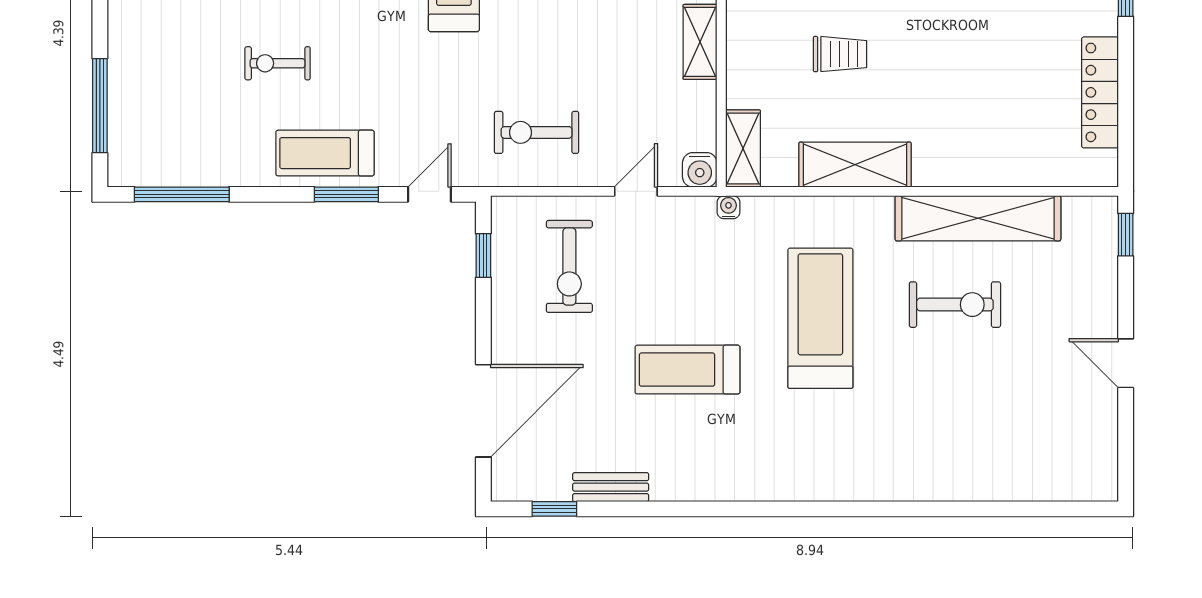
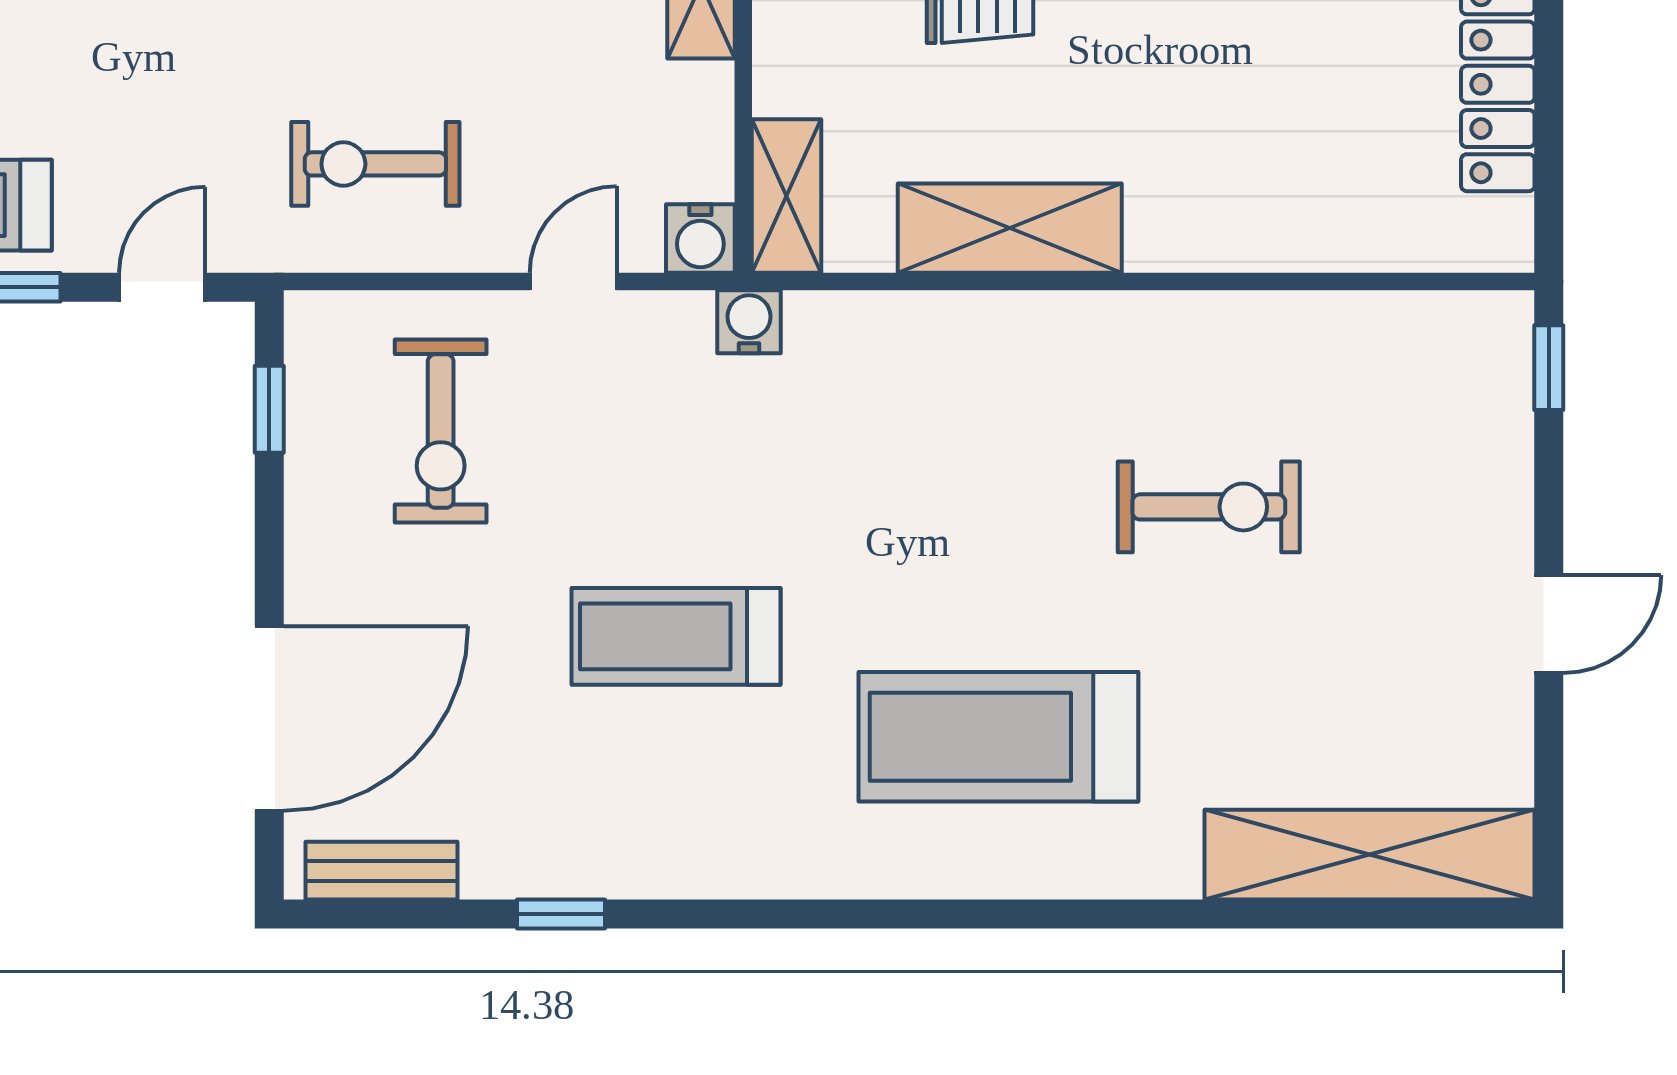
water cooler: (728, 207) -> (749, 322), width x1.38, depth x1.38
shelving: (978, 218) -> (1369, 855), moved
treadmill: (820, 318) -> (998, 737), moved, turned -90
door: (1126, 363) -> (1549, 624), swing flipped
bench: (611, 487) -> (381, 871), moved
window: (554, 509) -> (561, 914), moved

